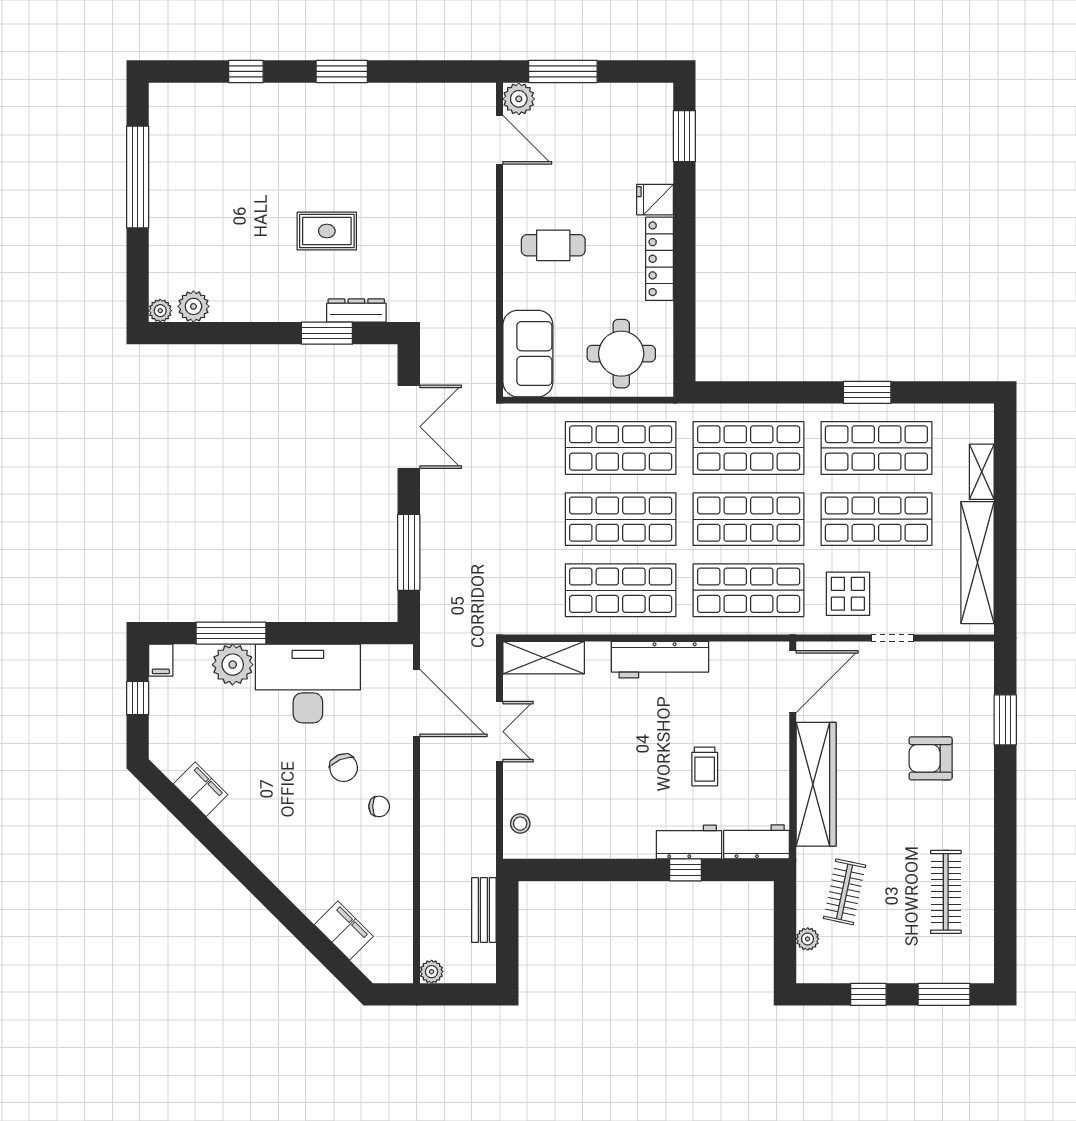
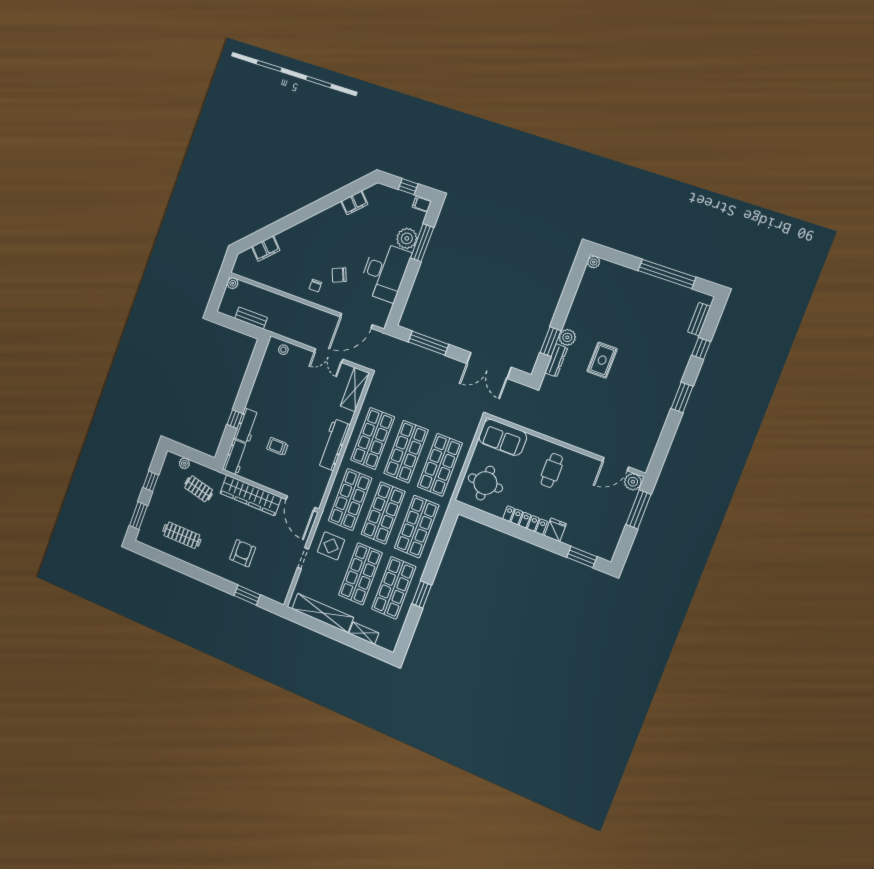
bench: (197, 94) -> (699, 319), added
plant: (193, 306) -> (567, 337), moved

